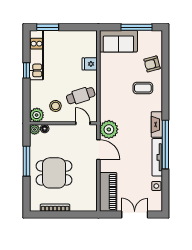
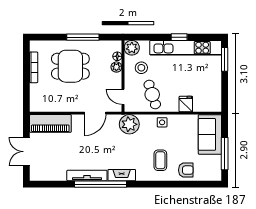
kitchen unit: (37, 55) -> (186, 48), width x1.36
armchair: (152, 64) -> (186, 170), turned 105
door: (83, 123) -> (123, 97), swing flipped
plant: (35, 129) -> (116, 67), moved
plant: (109, 129) -> (129, 124), moved
dining table: (54, 173) -> (70, 66), turned 90
side table: (156, 186) -> (162, 122), moved
double door: (135, 214) -> (26, 152), swing flipped

